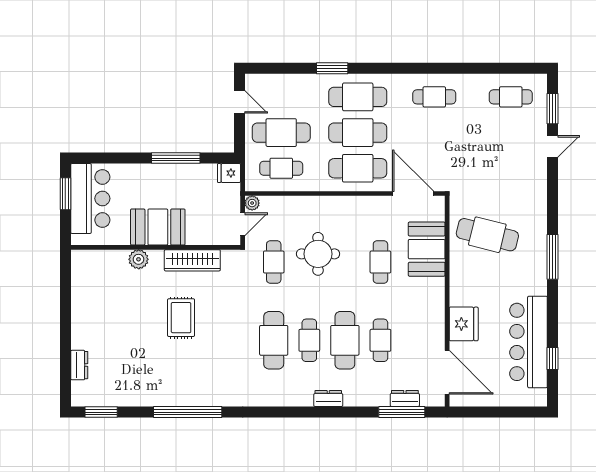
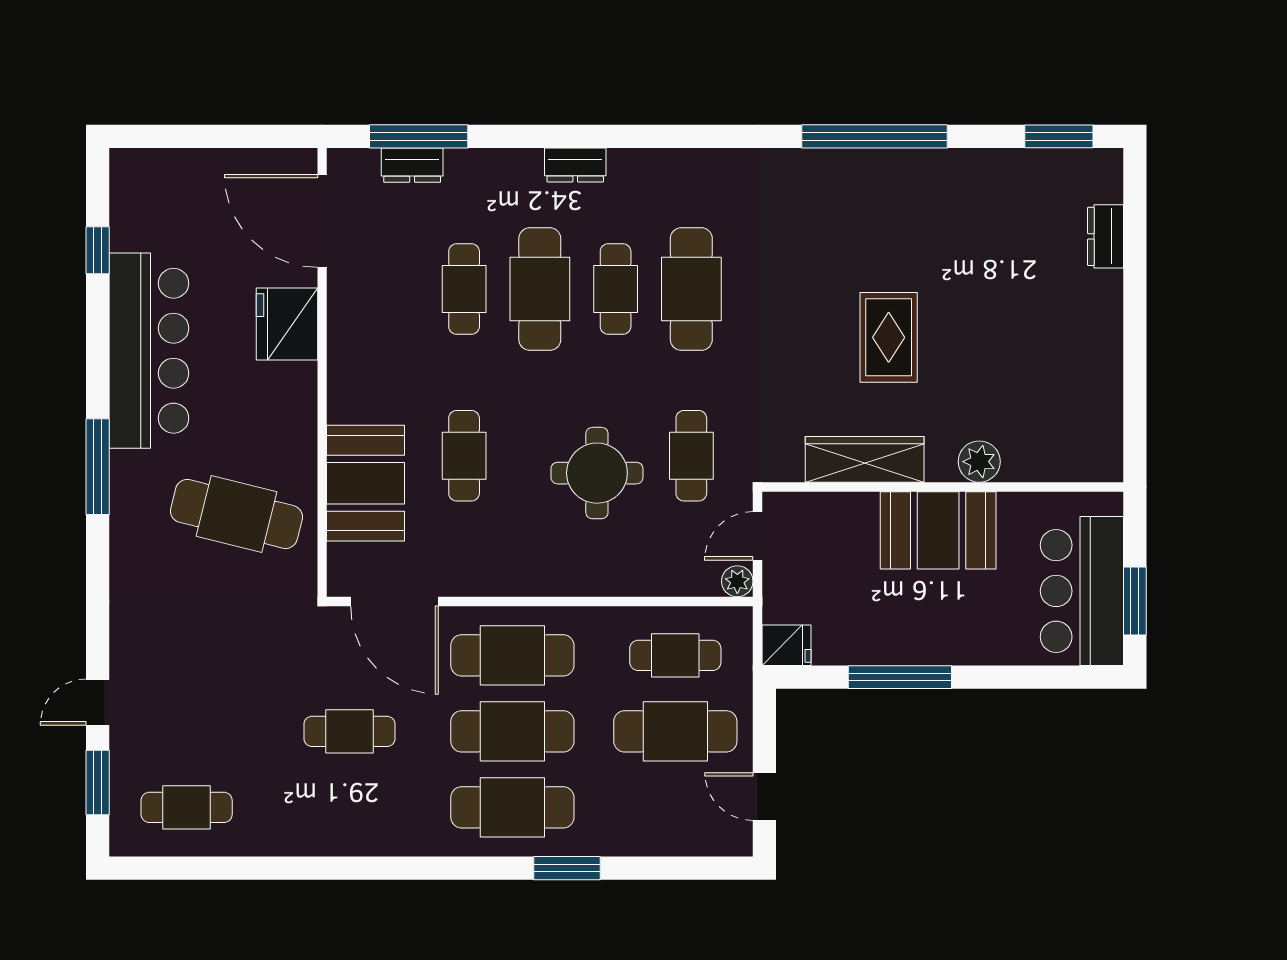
cafe table: (434, 97) -> (349, 731), moved
bar counter: (528, 342) -> (149, 351), moved

